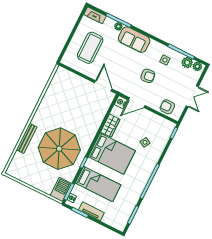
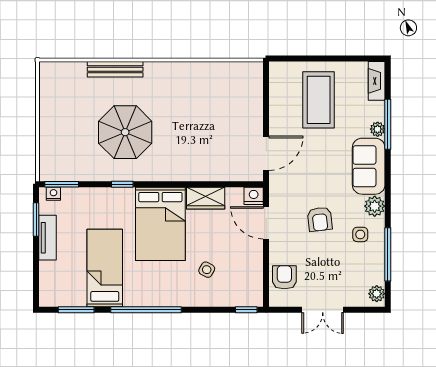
coffee table: (90, 48) -> (319, 100), turned 90
plant: (187, 63) -> (375, 206), moved
parasol: (59, 149) -> (125, 132), width x0.73, depth x0.73
bed: (98, 184) -> (105, 268), moved, turned 180
barbecue: (61, 190) -> (58, 169), removed

